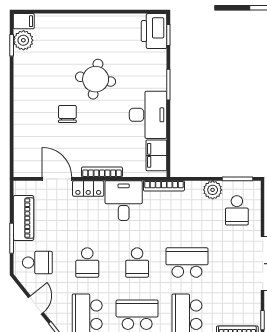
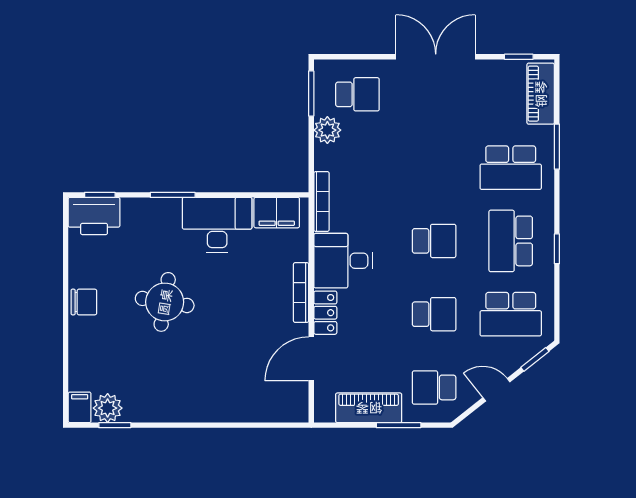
chair: (67, 114) -> (84, 302), moved, turned 180
school desk: (37, 263) -> (434, 387), turned -90
school desk: (187, 263) -> (434, 168), removed

